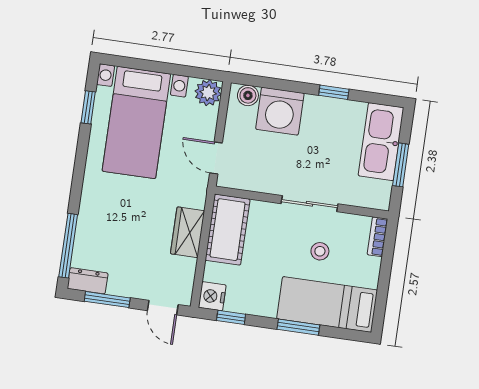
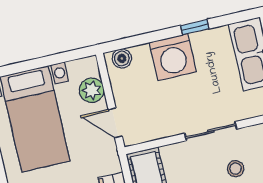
plant: (208, 93) -> (92, 90), moved
washing machine: (280, 111) -> (173, 57), moved

